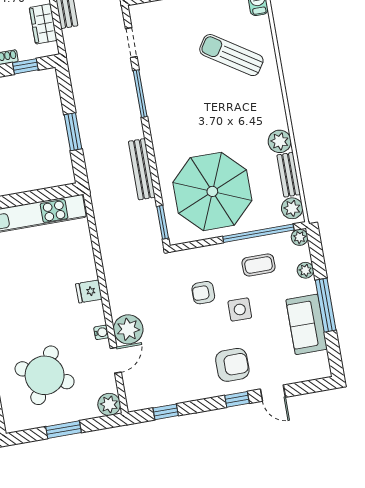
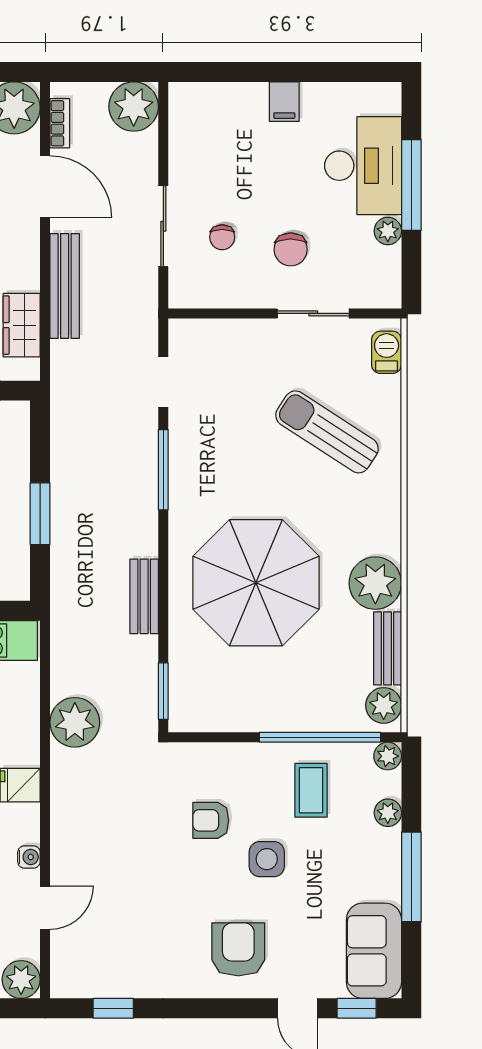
plant: (280, 141) -> (375, 583), width x1.36, depth x1.36
bench: (142, 169) -> (144, 596), width x0.73
parasol: (212, 191) -> (256, 583), moved
coffee table: (259, 265) -> (311, 790), turned 90
sofa: (307, 324) -> (374, 951), moved
plant: (128, 329) -> (75, 722), moved
armchair: (232, 365) -> (238, 949), turned -90
window: (237, 399) -> (357, 1008), moved

